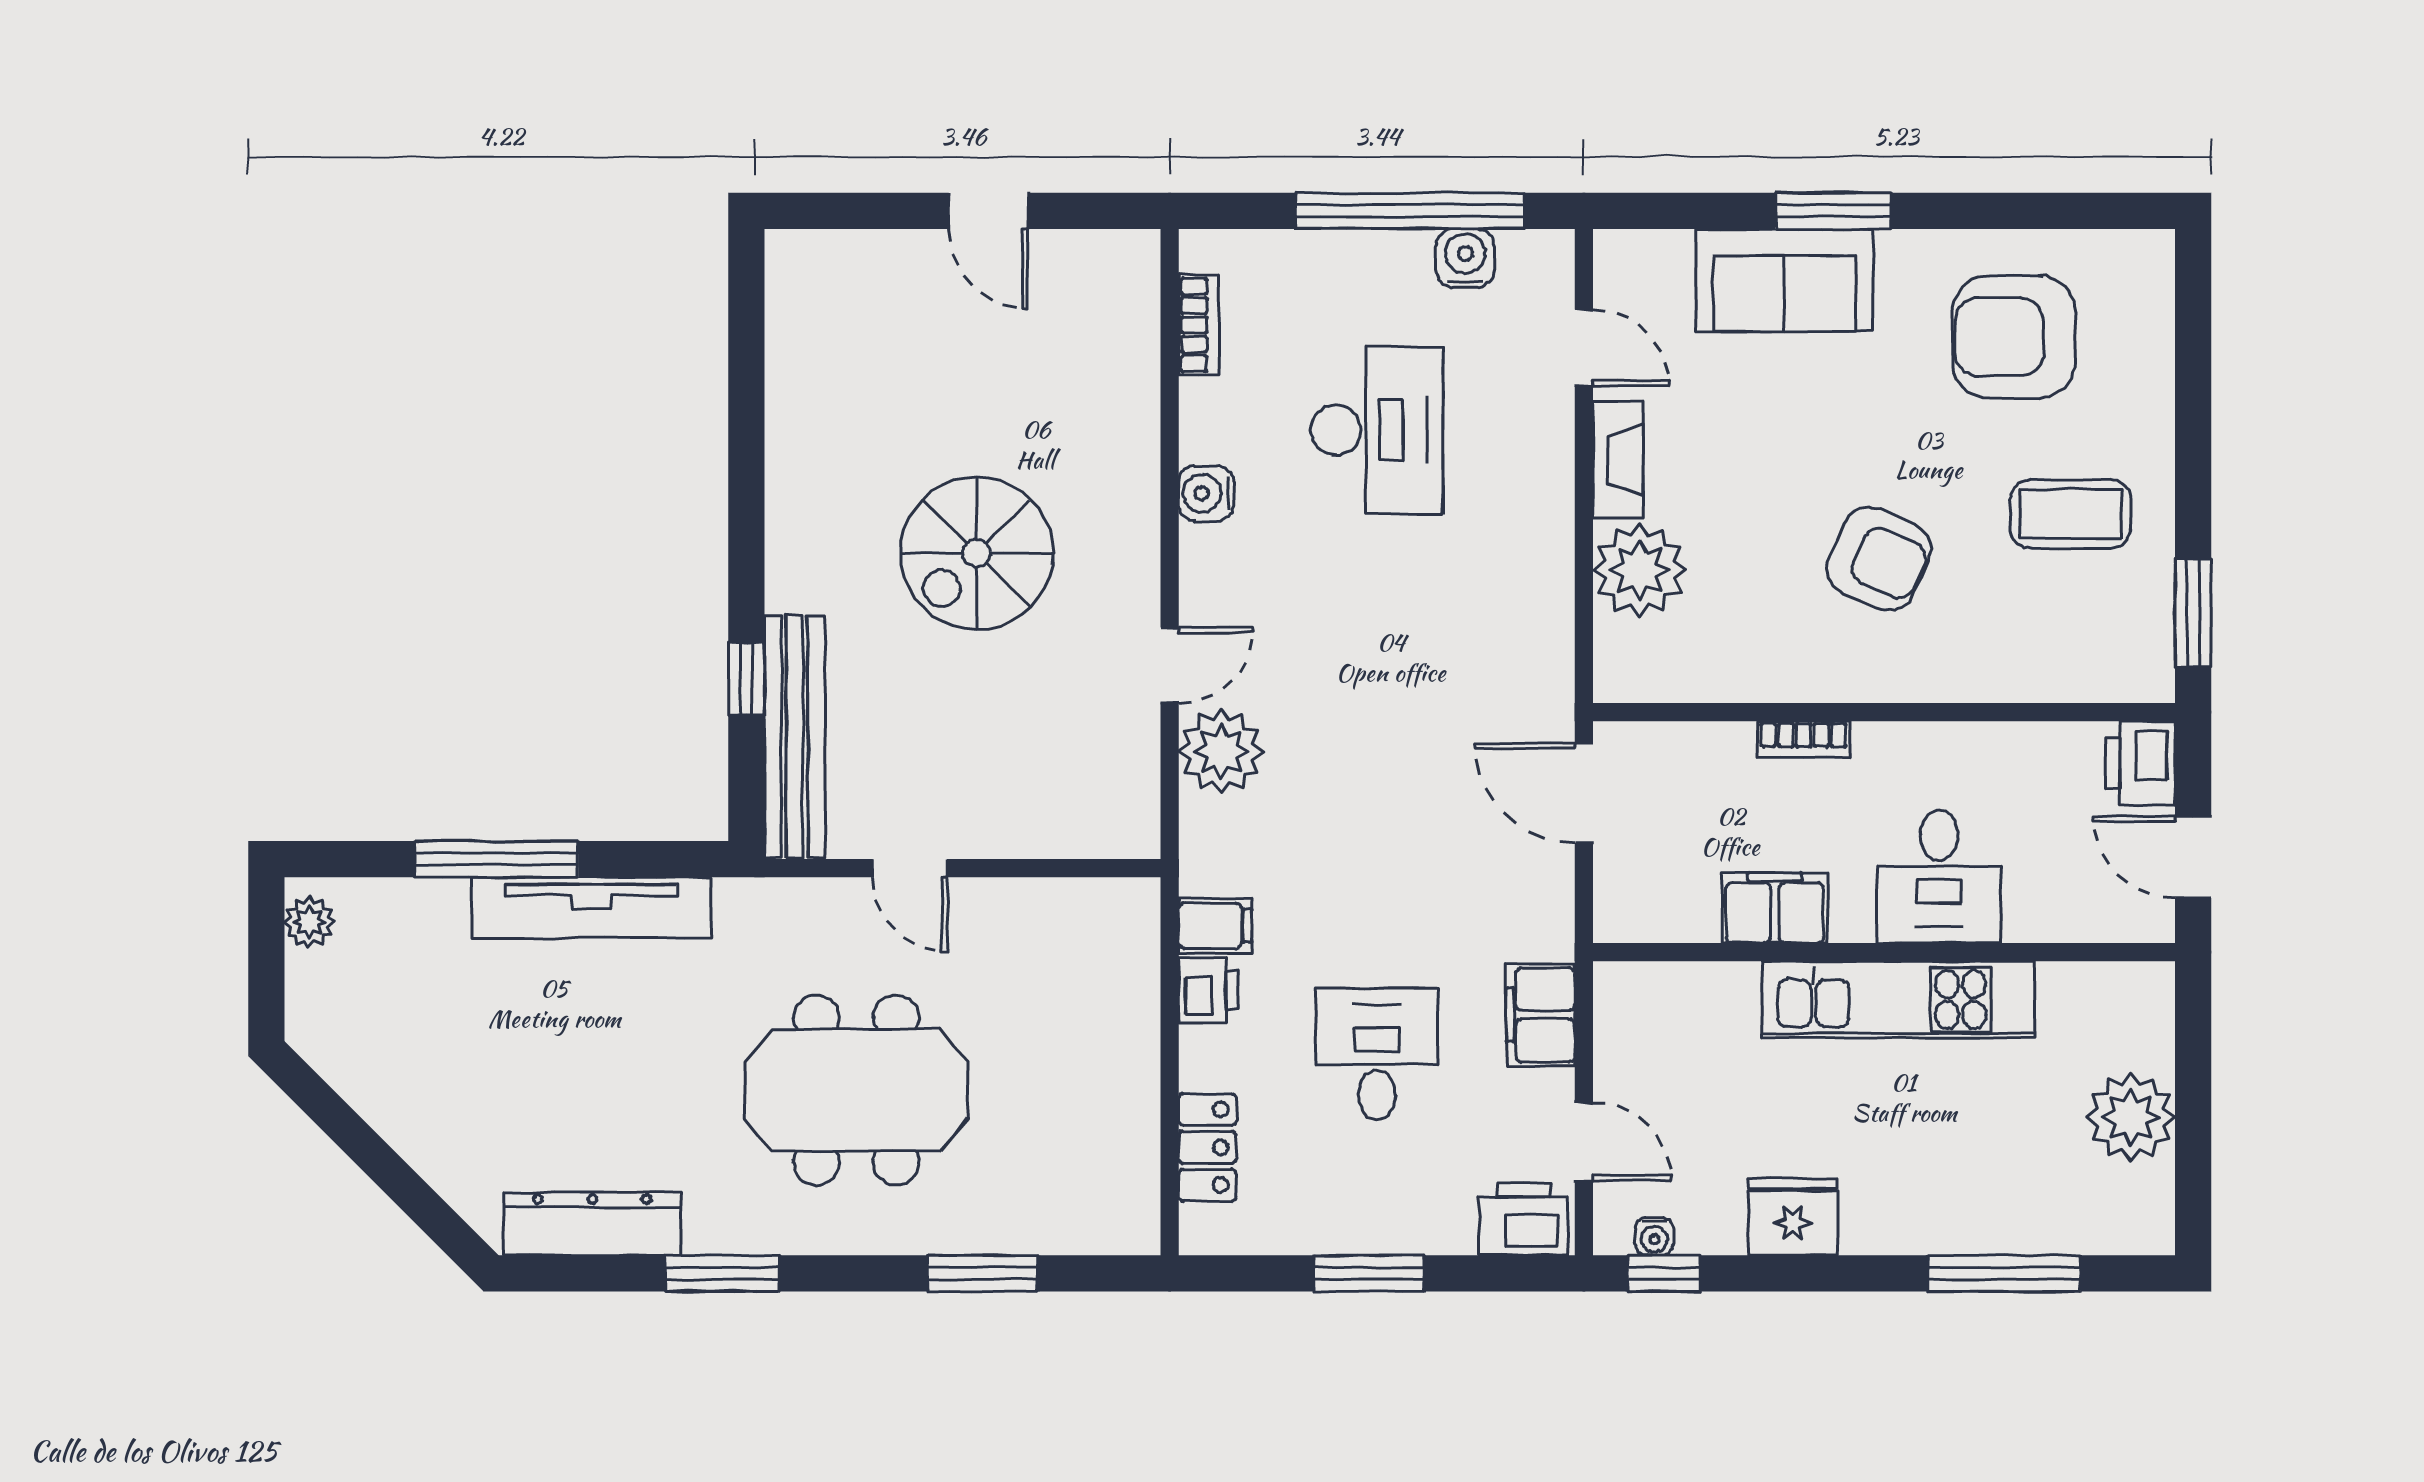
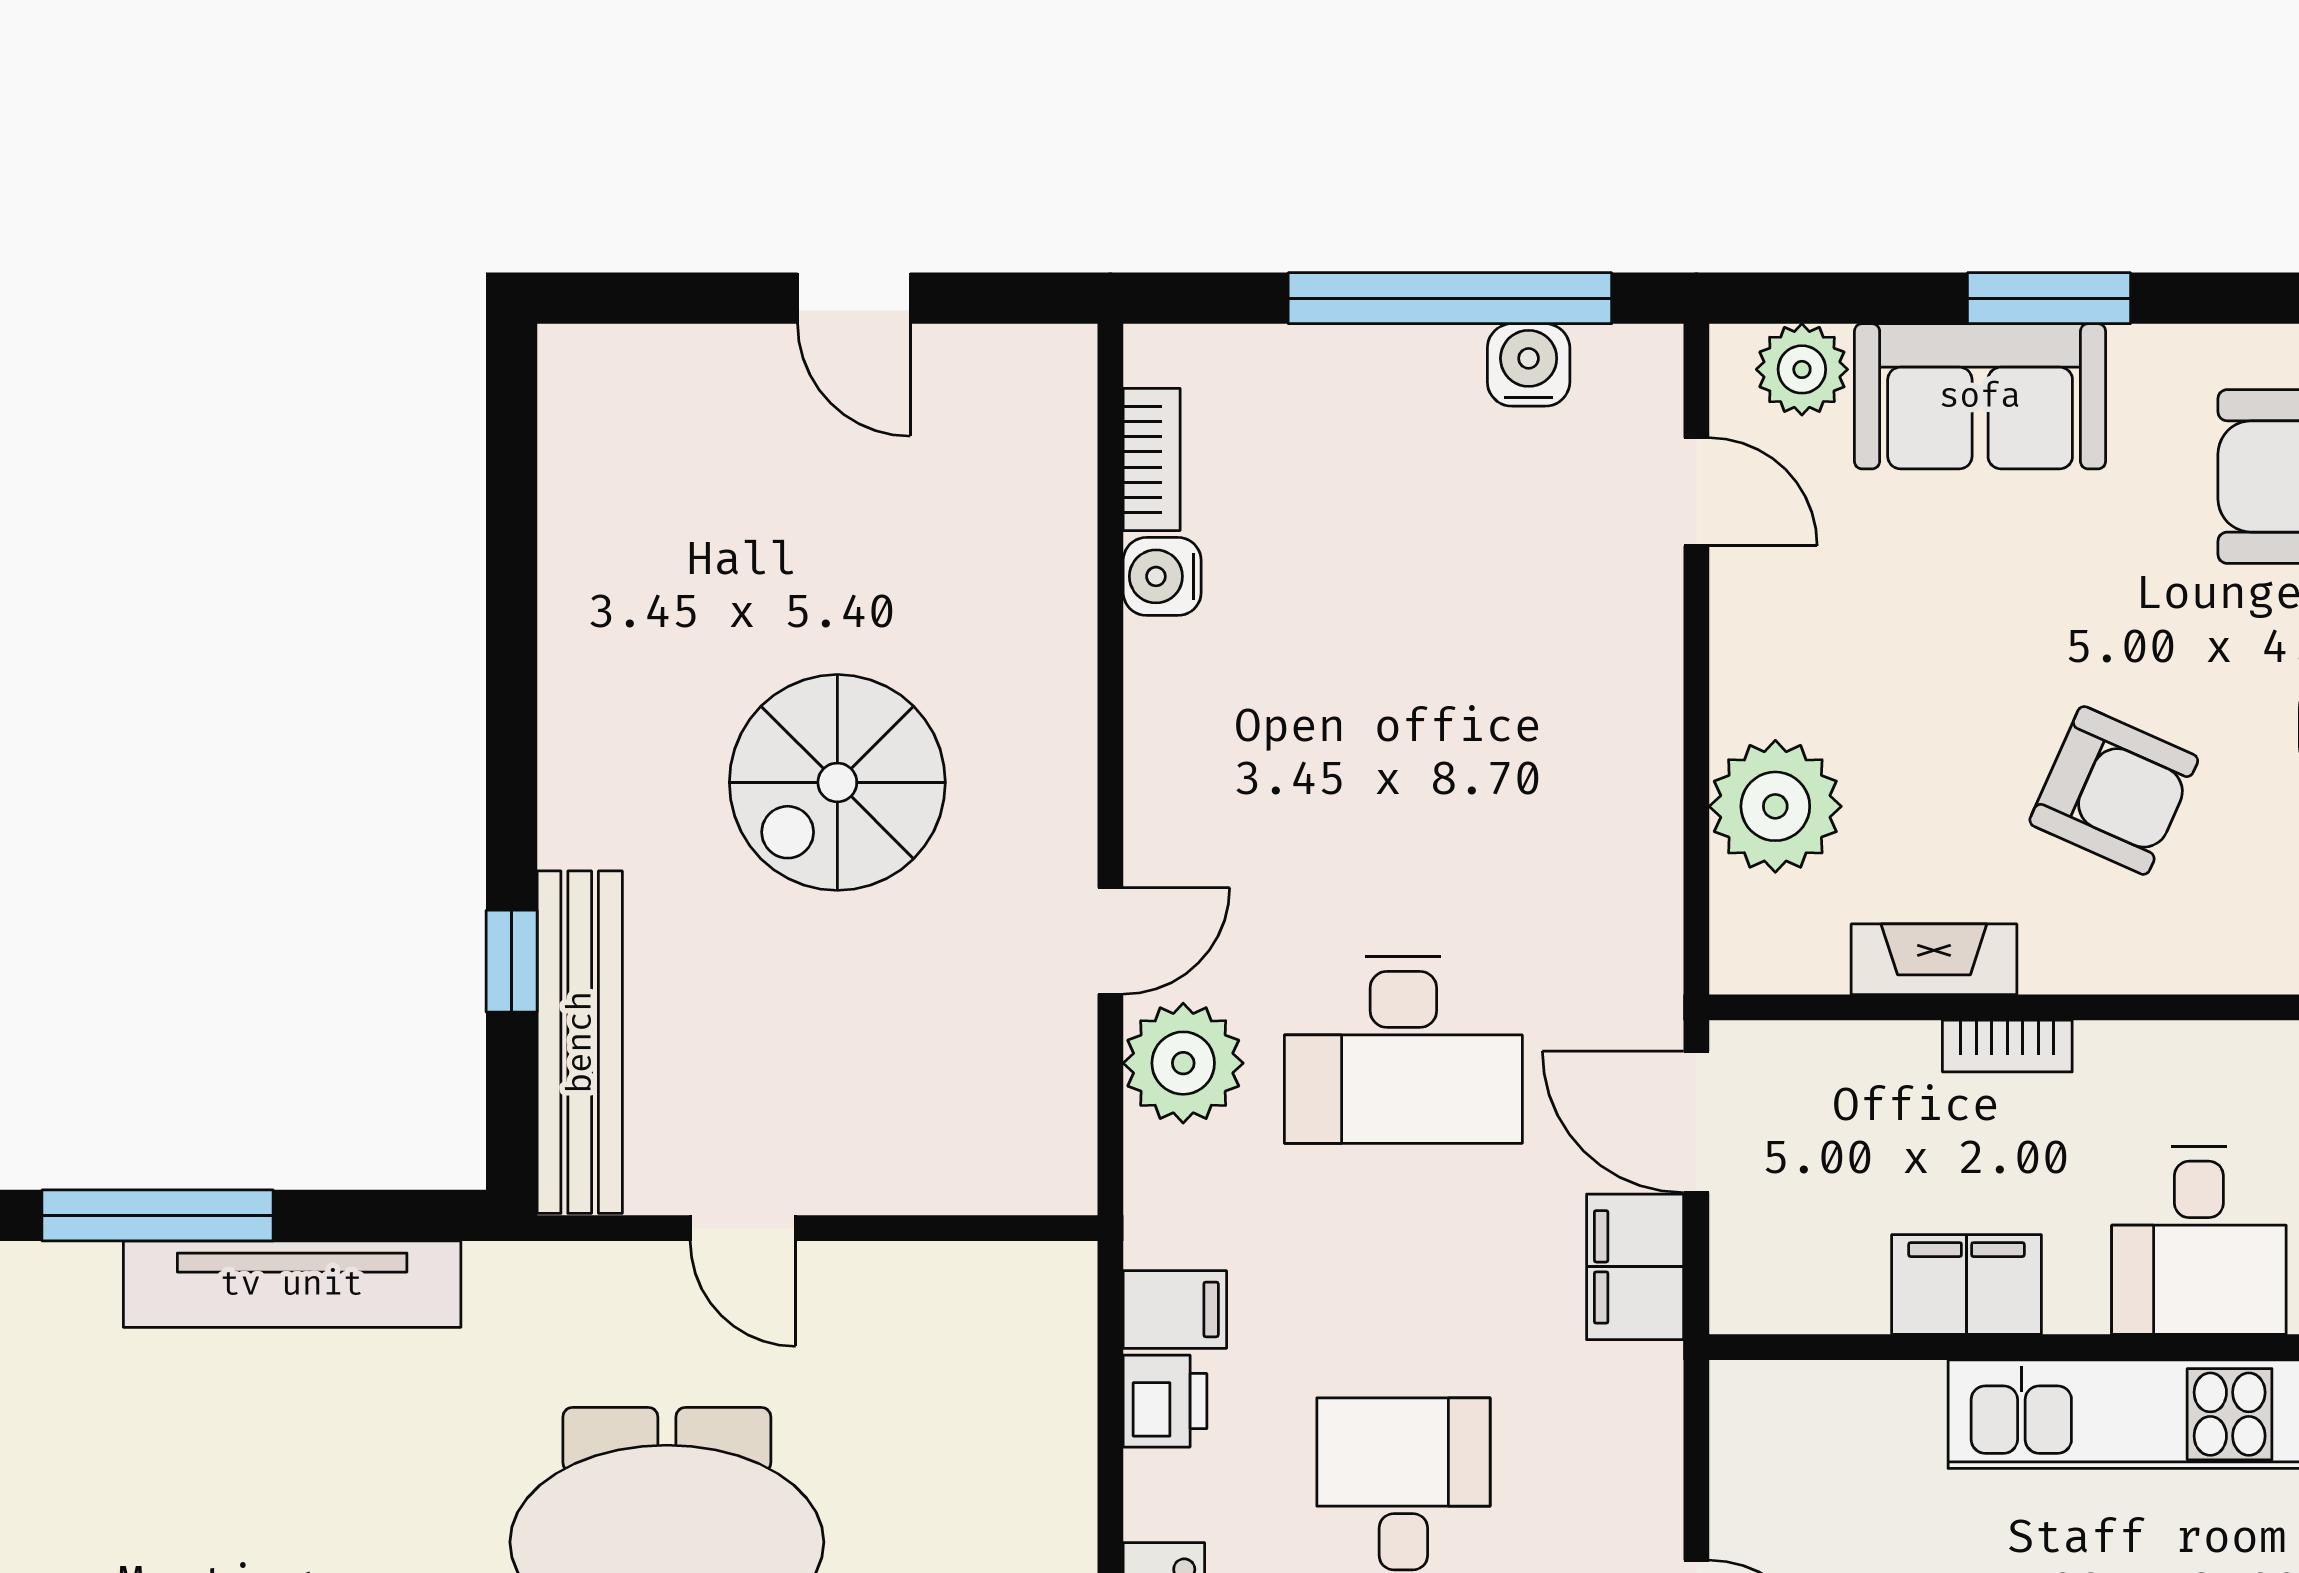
plant: (1658, 261) -> (1802, 369), added
desk: (1377, 430) -> (1403, 1050), moved, turned 90
fireplace: (1618, 460) -> (1934, 959), moved, turned -90
water cooler: (1206, 493) -> (1162, 576), moved
filing cabinet: (1541, 1015) -> (1635, 1267), moved

